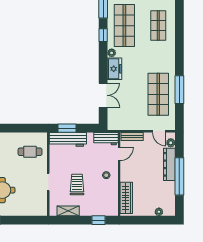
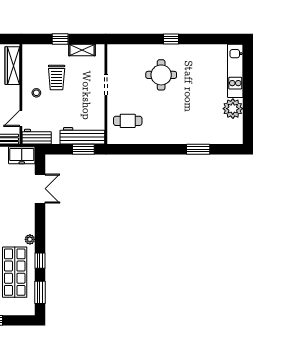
freezer: (115, 69) -> (22, 155), moved, turned -90
double door: (103, 95) -> (40, 189), swing flipped
trolley: (77, 184) -> (57, 77), moved
window: (98, 220) -> (60, 39), moved

